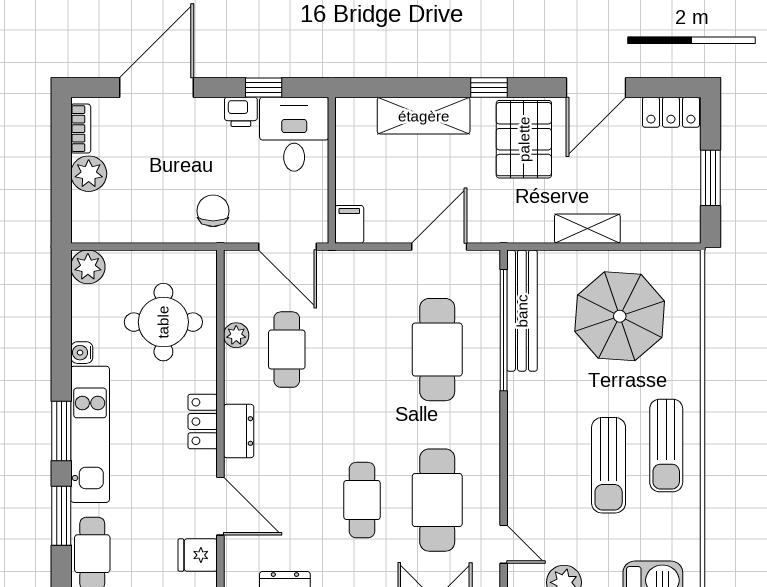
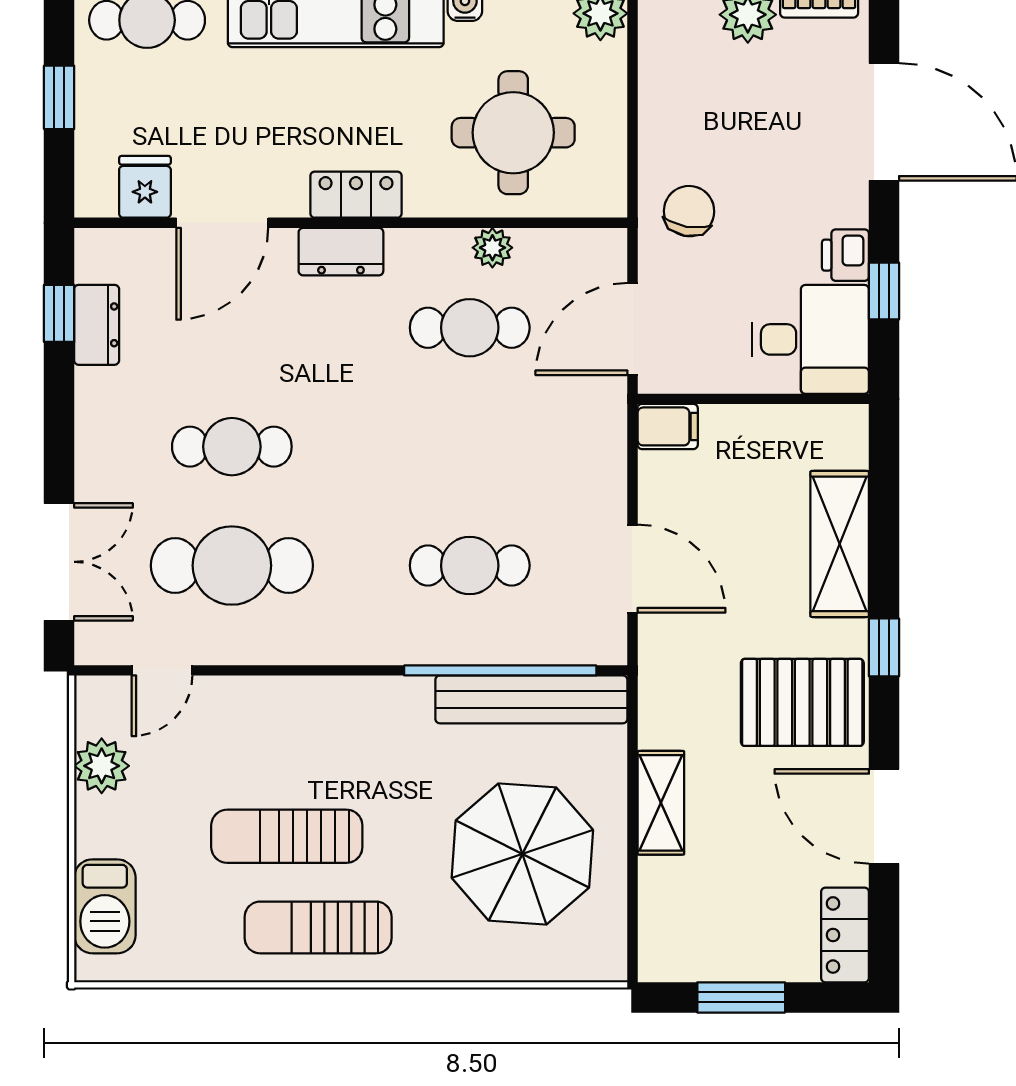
chair: (213, 211) -> (689, 211), turned -80
cafe table: (437, 350) -> (470, 566), width x0.73, depth x0.74

